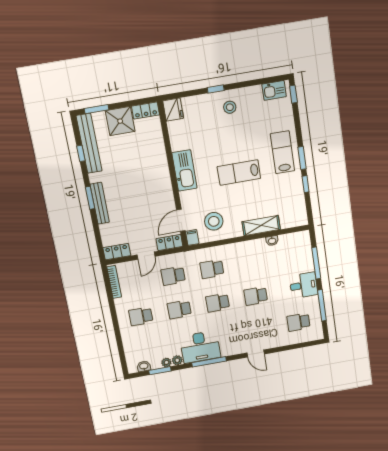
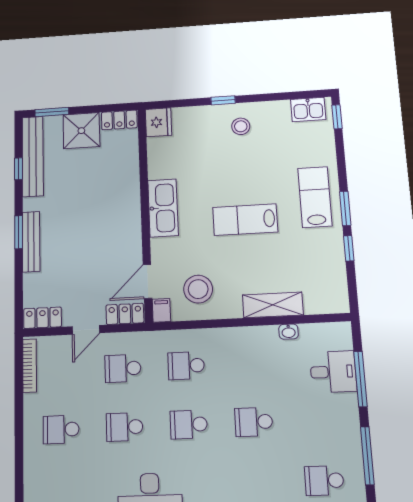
desk: (304, 285) -> (333, 372), moved

